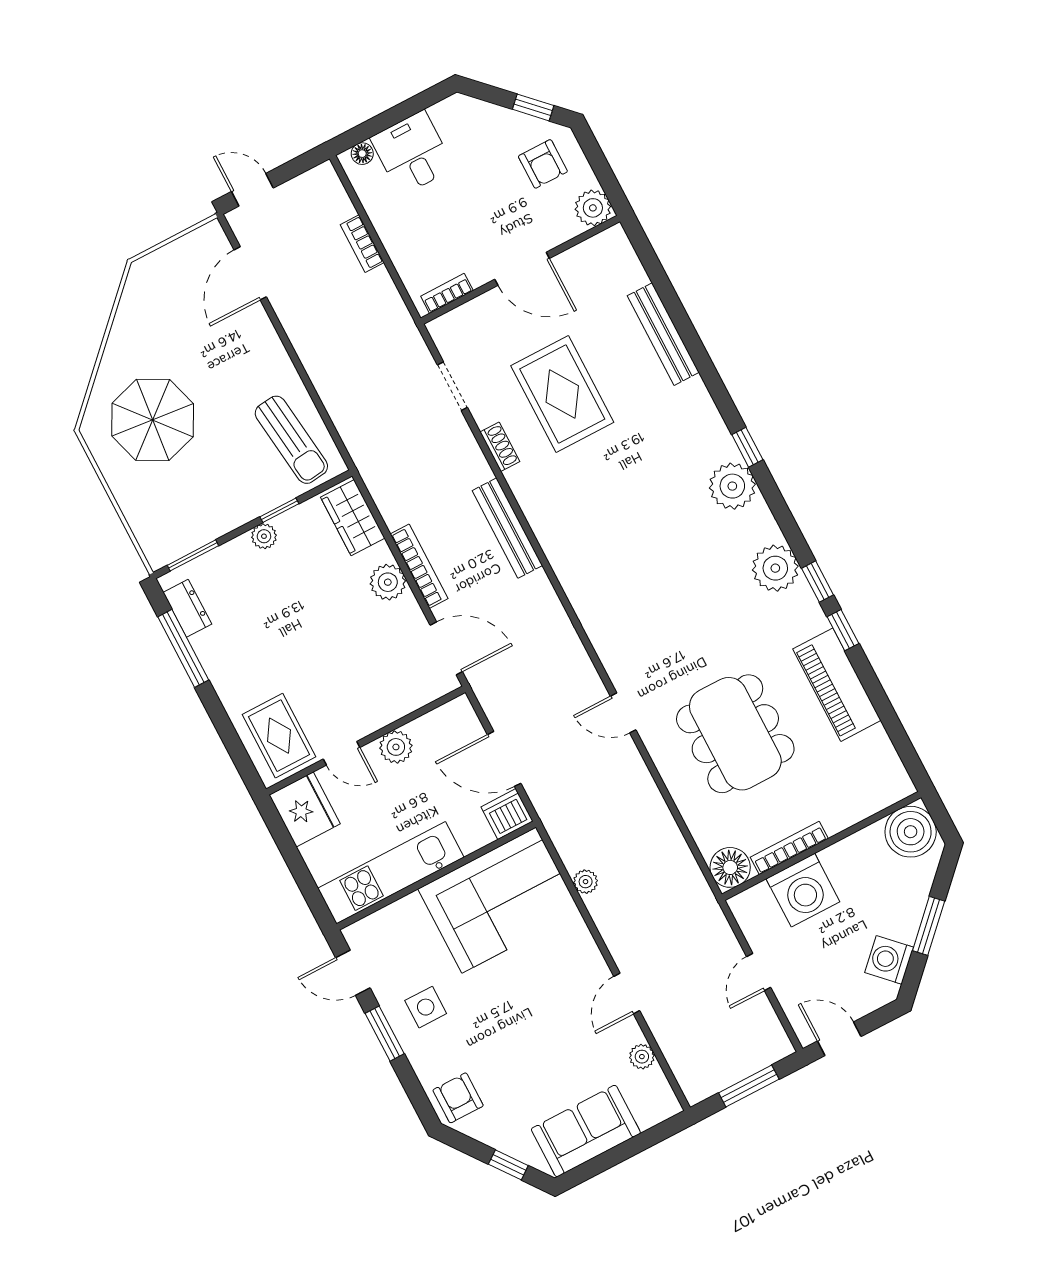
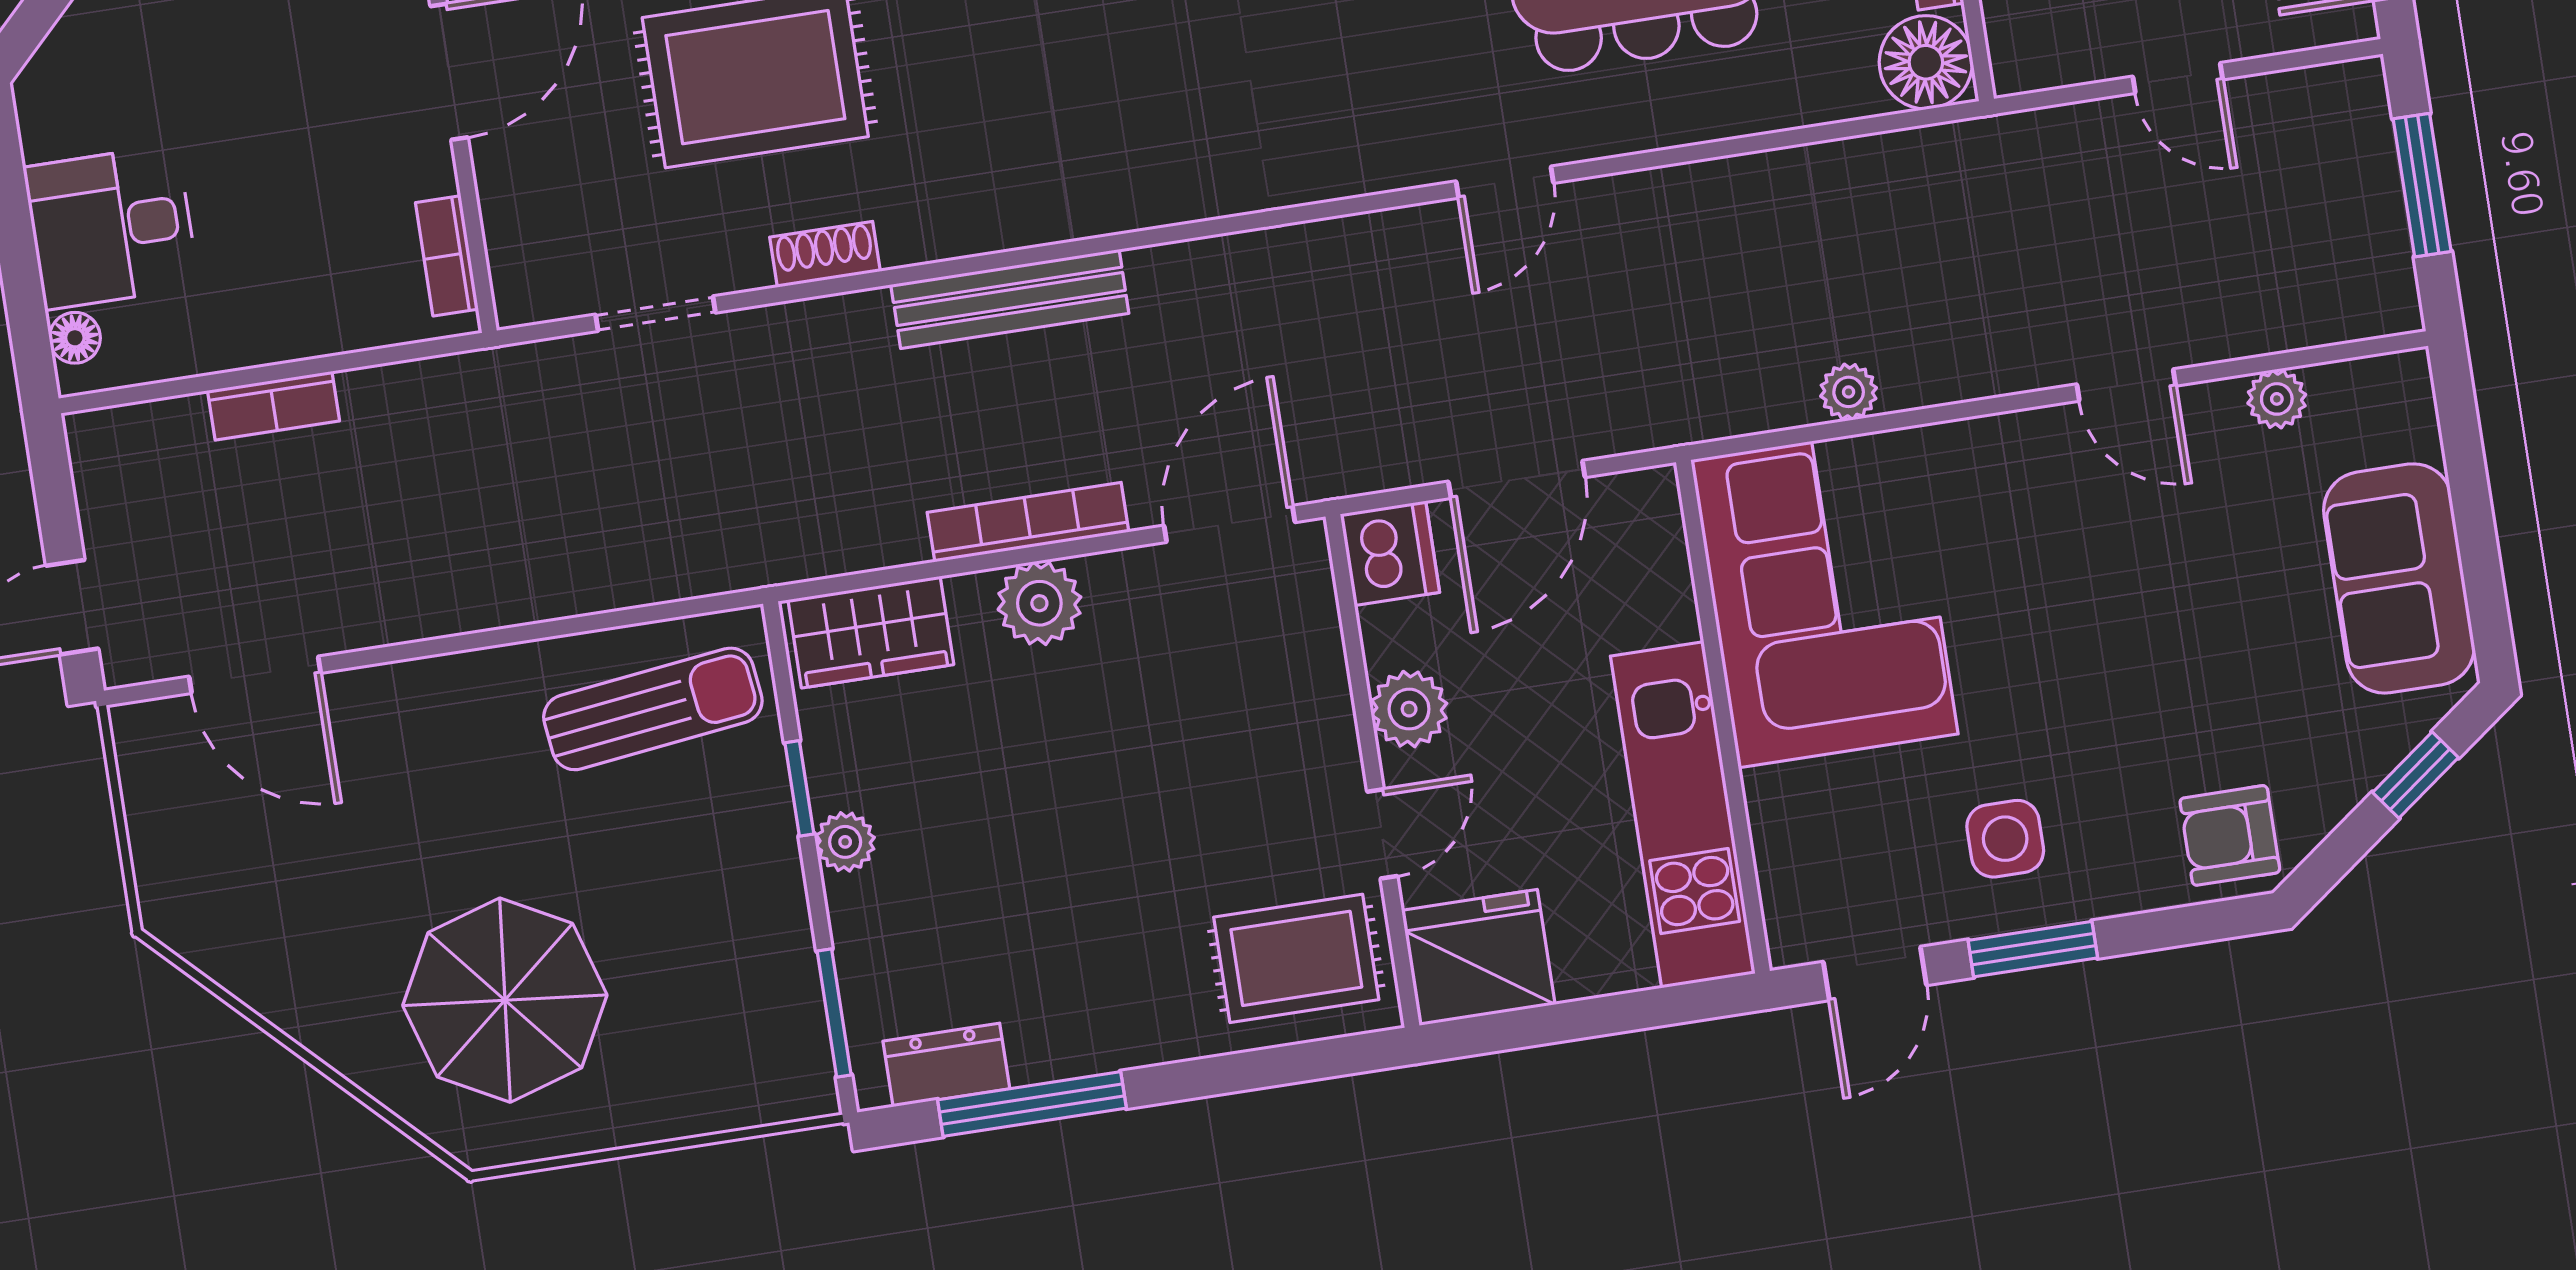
dishwasher: (507, 814) -> (1390, 553), moved, turned 180

